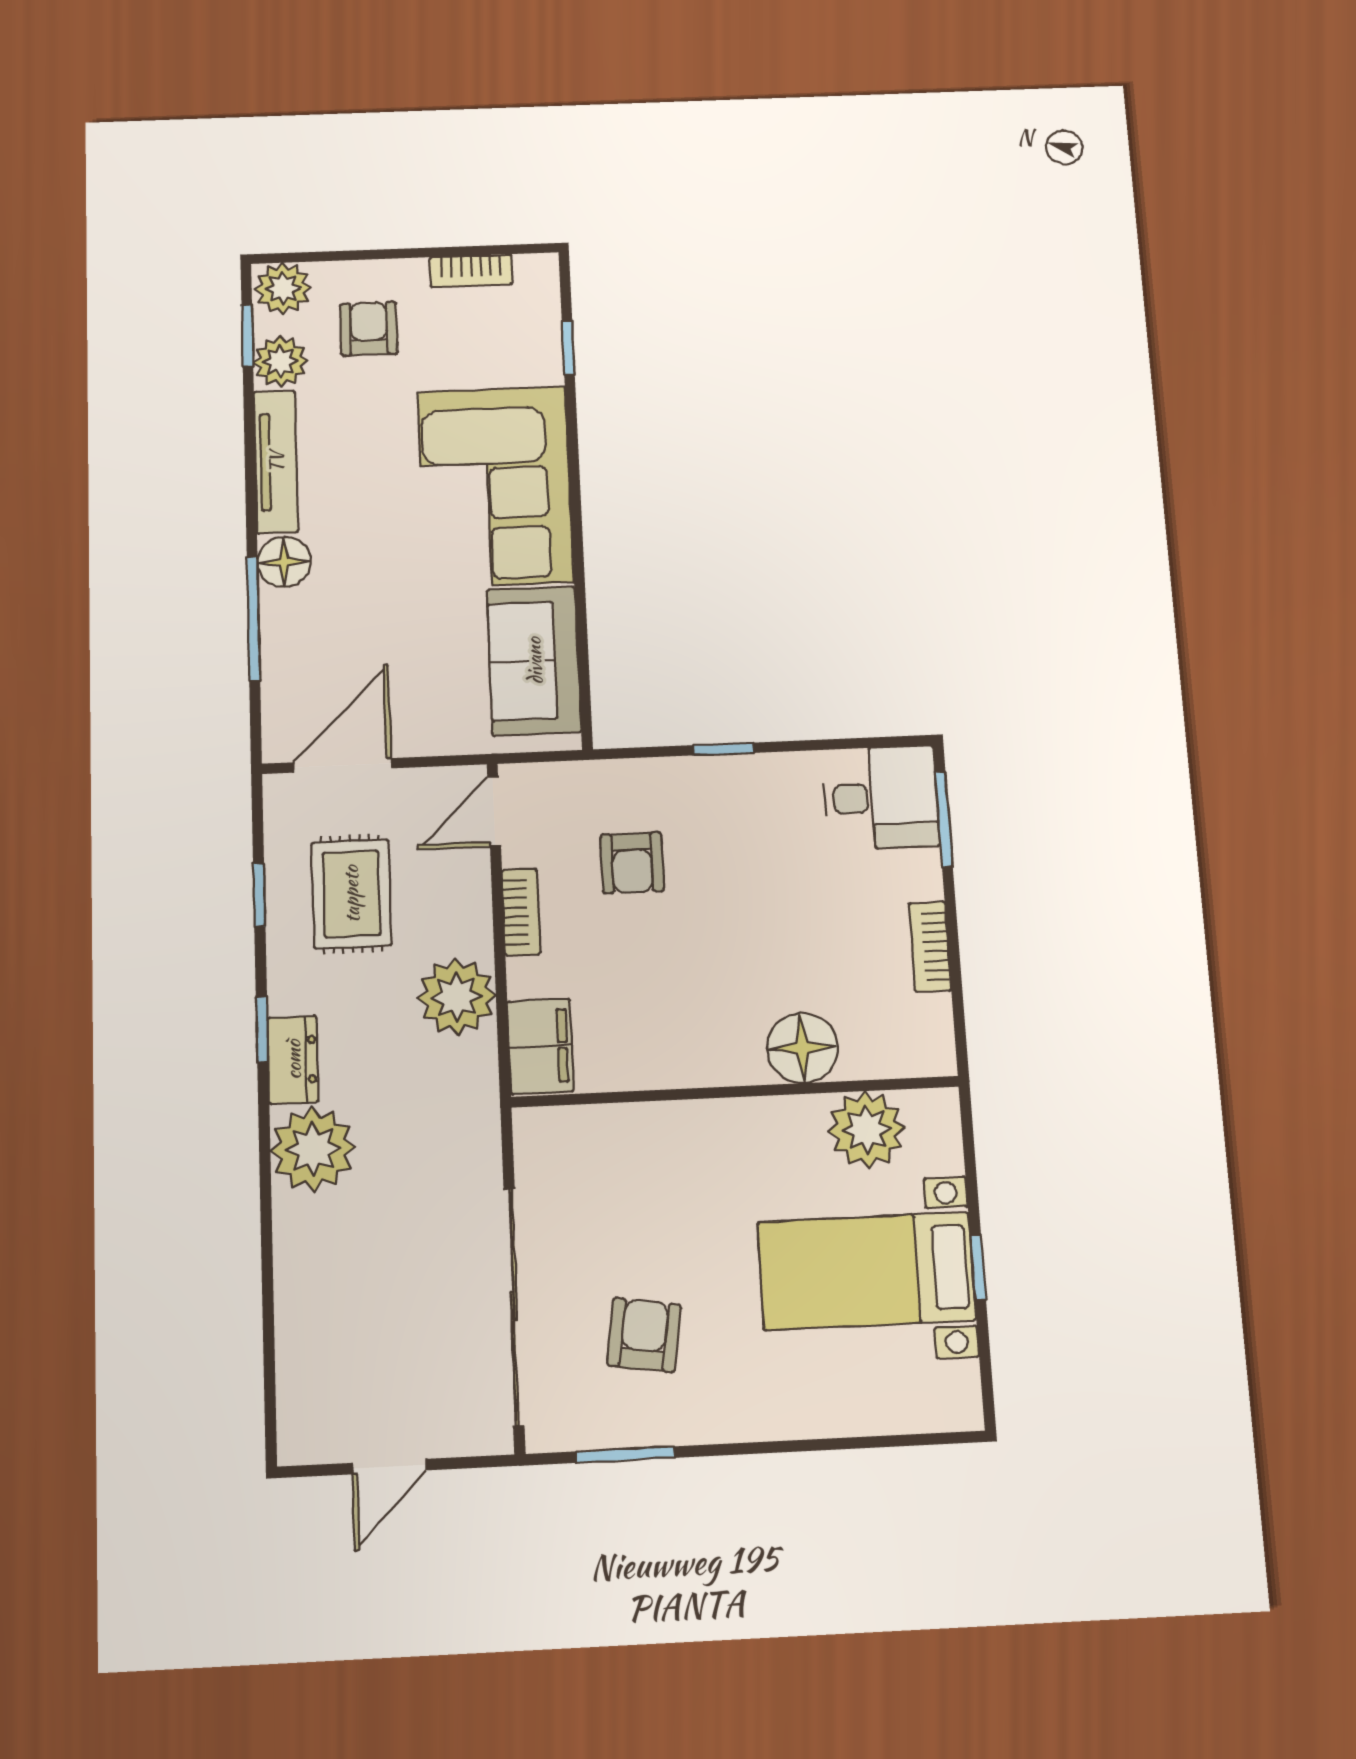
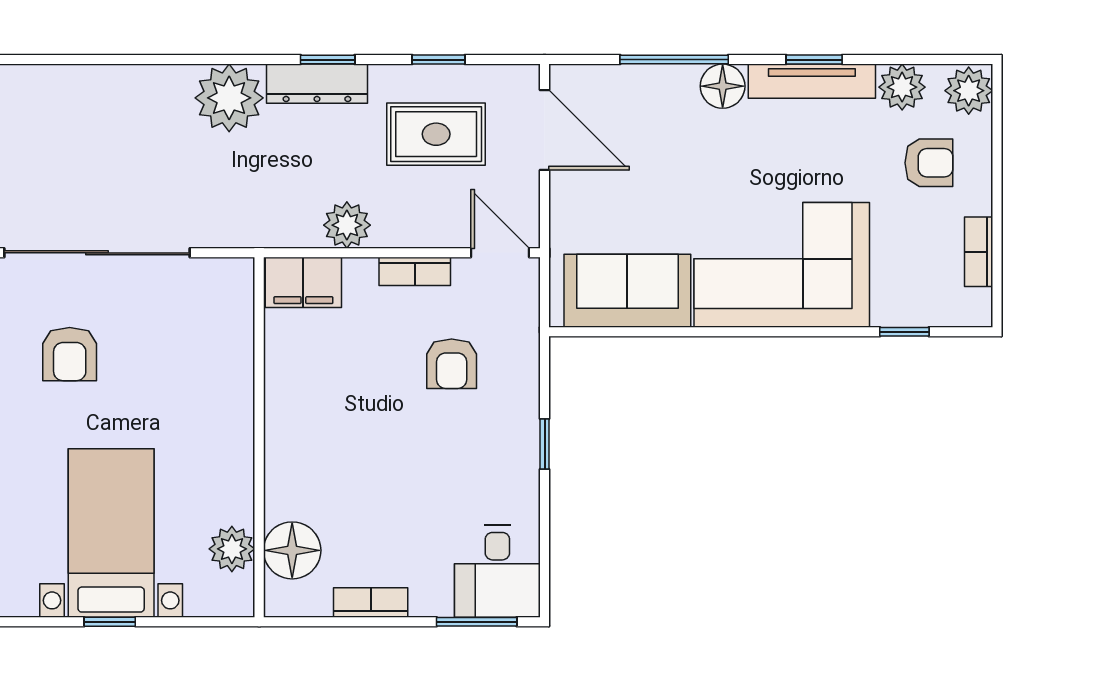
window: (247, 336) -> (814, 60), moved
armchair: (632, 863) -> (452, 364), turned -90
plant: (457, 997) -> (347, 225), width x0.73, depth x0.73
floor lamp: (802, 1048) -> (292, 550), moved
dresser: (293, 1060) -> (317, 84), width x1.44
plant: (867, 1130) -> (232, 549), width x0.73, depth x0.73
armchair: (644, 1335) -> (70, 354), turned 81

